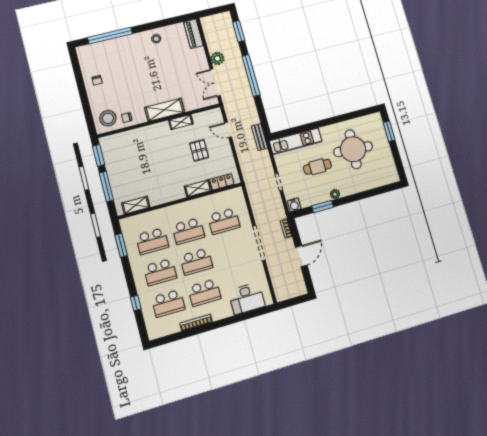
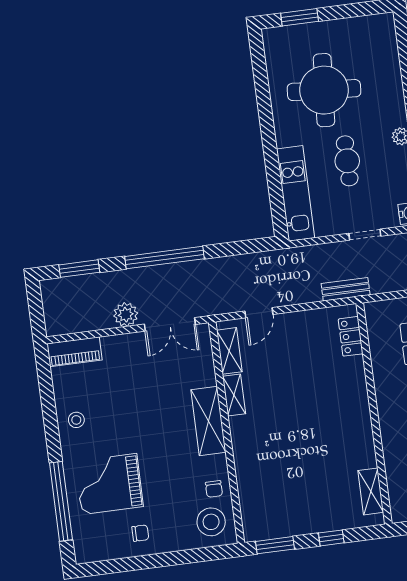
grand piano: (123, 60) -> (109, 484), added
bench: (259, 137) -> (346, 289), moved
pallet: (199, 150) -> (289, 369), removed
window: (106, 187) -> (331, 538), width x0.46
shelving: (198, 188) -> (229, 351), moved

